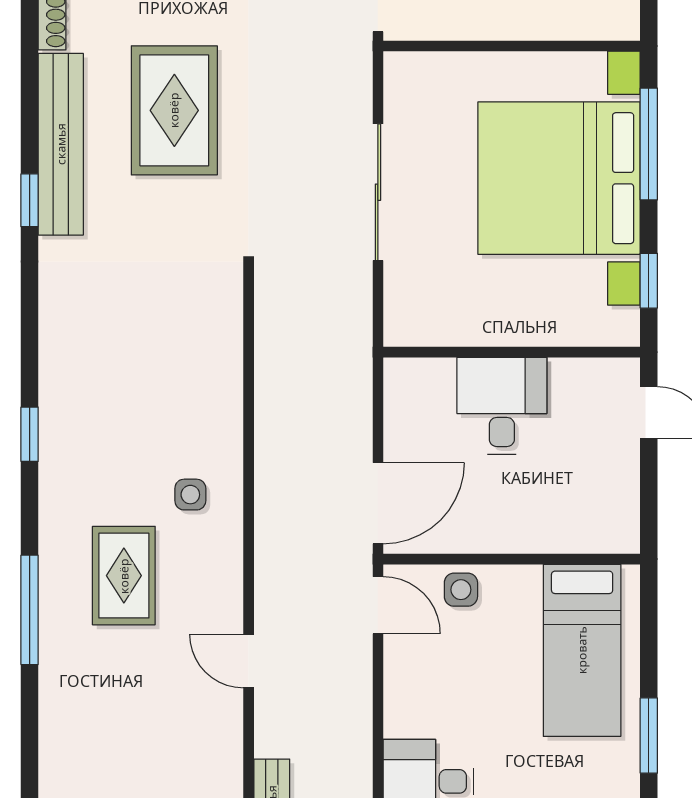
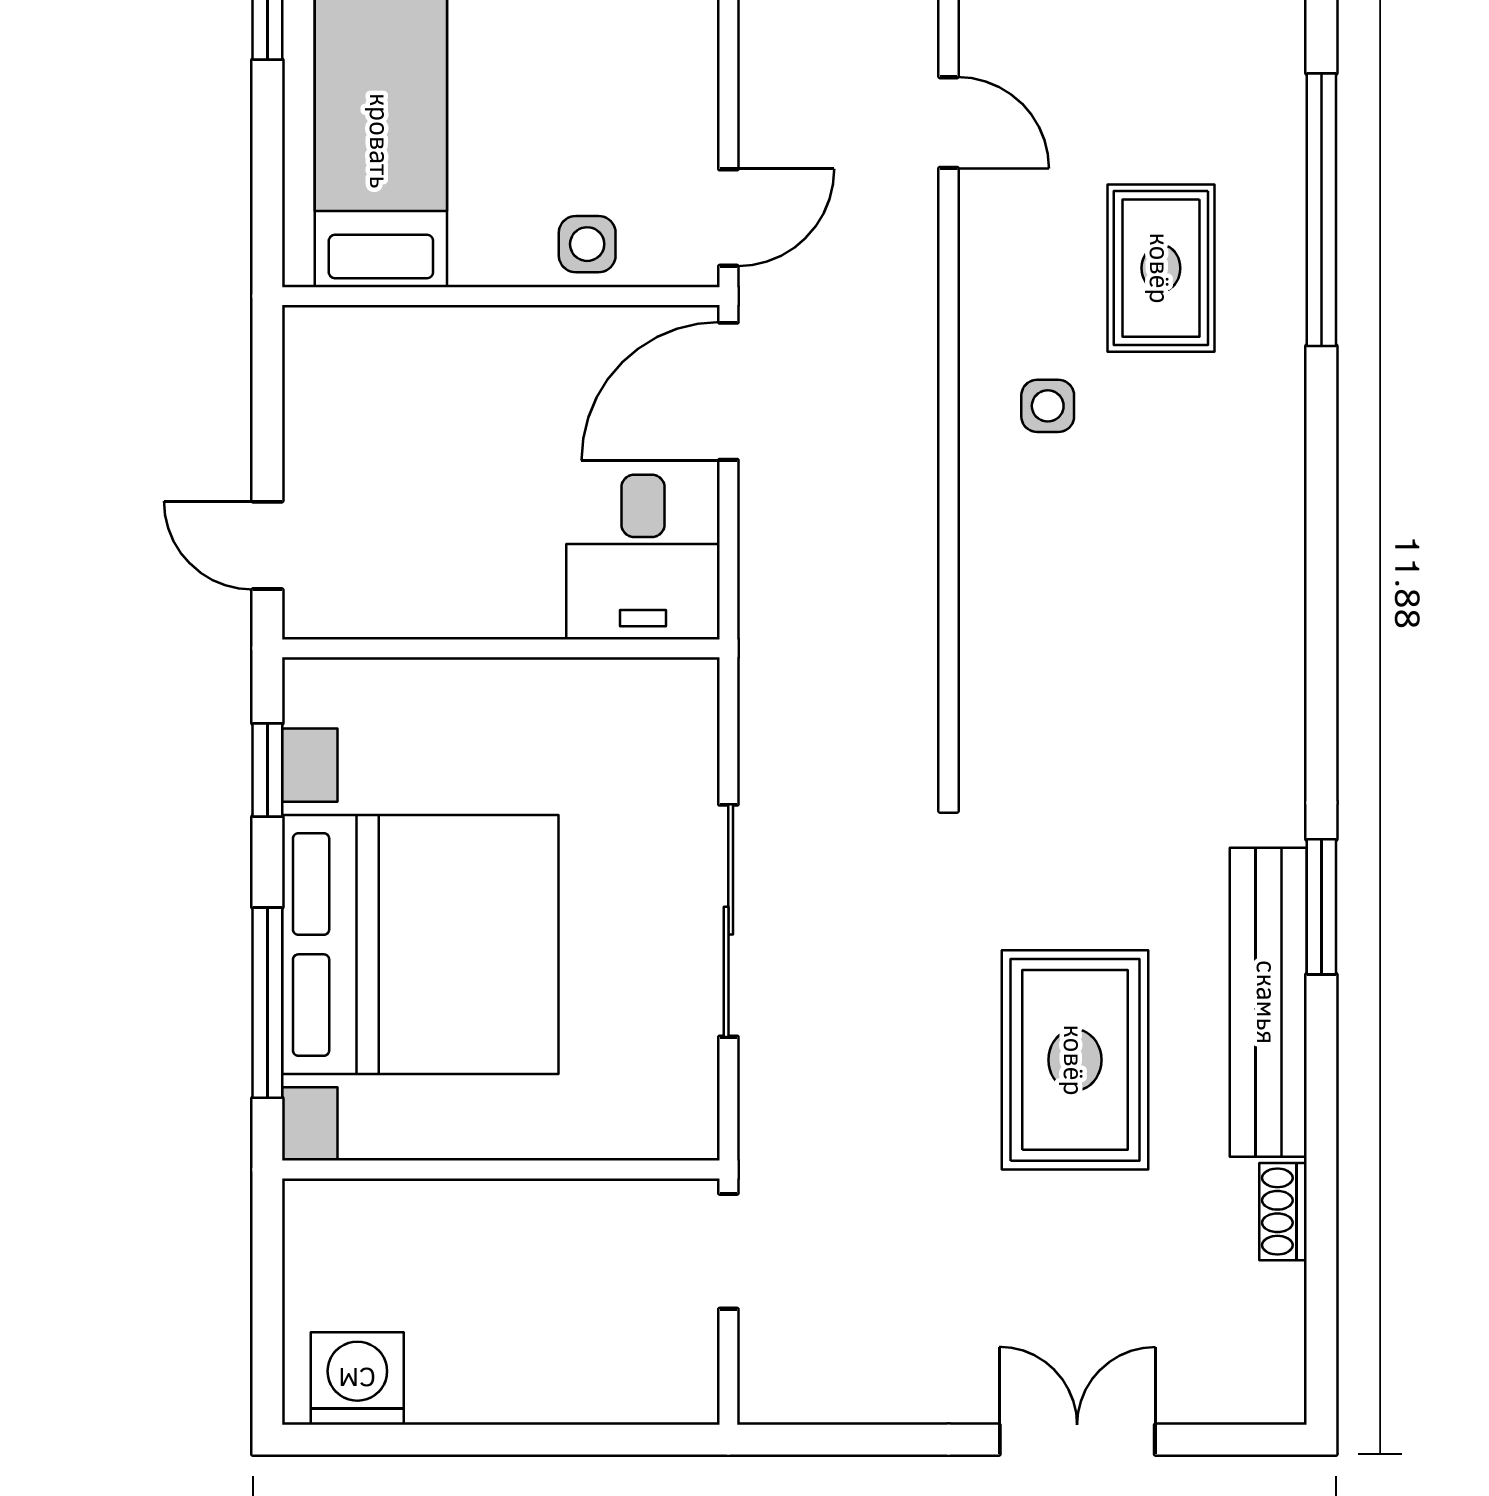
window: (30, 200) -> (1321, 907), width x1.50
desk: (502, 406) -> (643, 557), moved
window: (30, 434) -> (1321, 509), removed
door: (378, 605) -> (728, 218), swing flipped
window: (30, 610) -> (1321, 210), width x1.46

